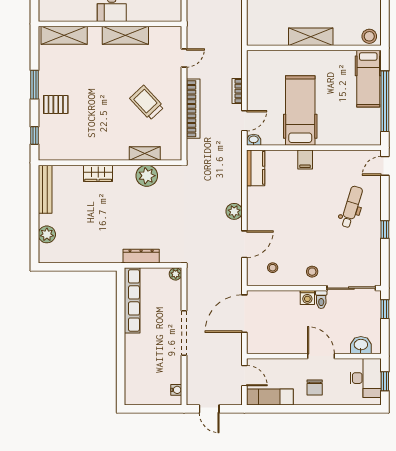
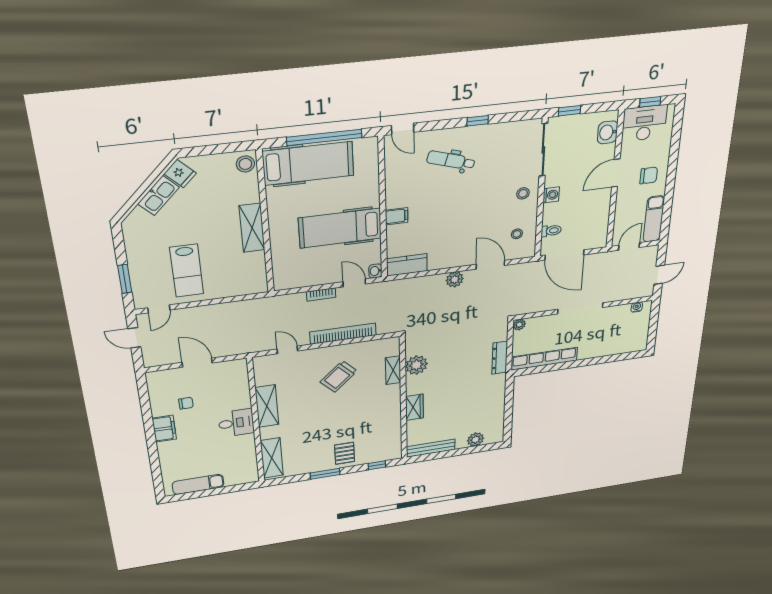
hospital bed: (368, 79) -> (308, 163), width x1.37, depth x1.29
toilet: (321, 299) -> (551, 231), moved

